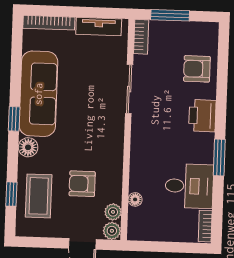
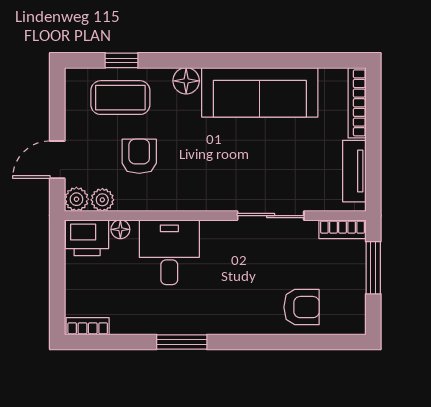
armchair: (197, 69) -> (302, 307), turned 90
printer: (202, 116) -> (87, 238), moved, turned 180
window: (14, 119) -> (224, 60), removed
desk: (189, 186) -> (169, 252), moved, turned 180

